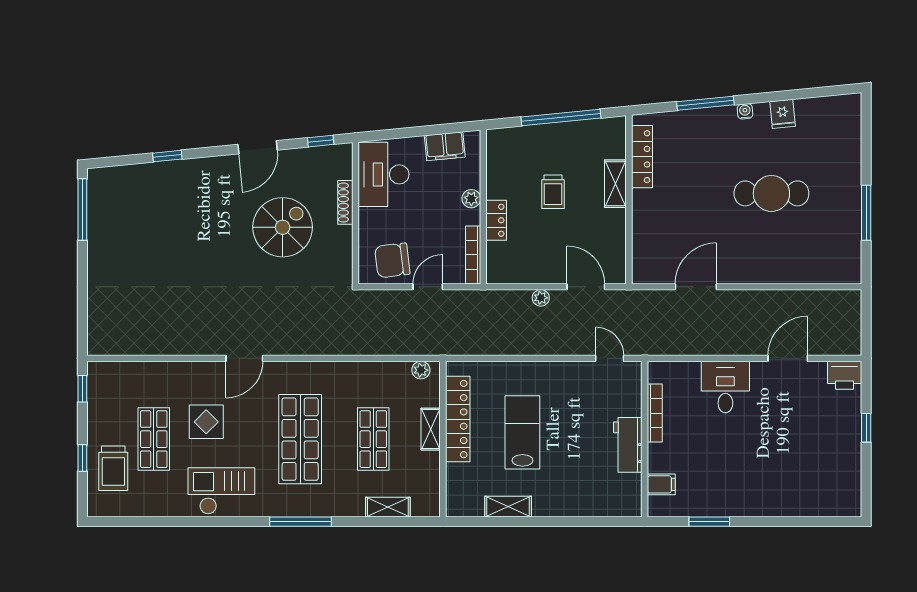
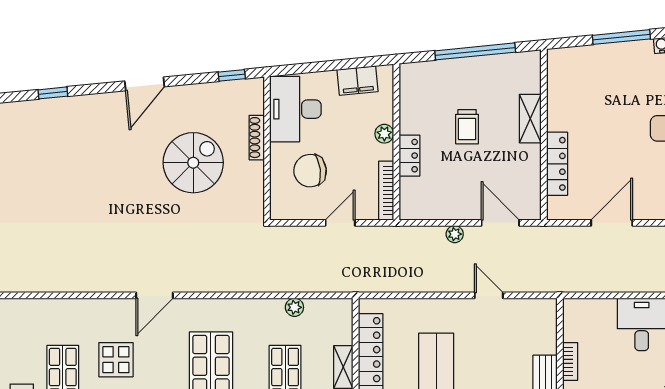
door: (258, 147) -> (145, 84), moved
window: (167, 156) -> (53, 93), moved
locker: (642, 157) -> (557, 164), moved
chair: (392, 260) -> (310, 171), moved
door: (610, 358) -> (489, 295), moved
plant: (421, 370) -> (294, 307), moved
bookcase: (655, 413) -> (570, 361), width x0.64

